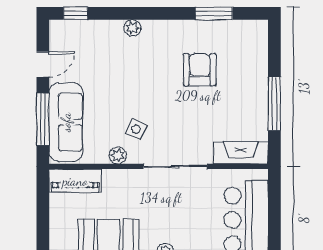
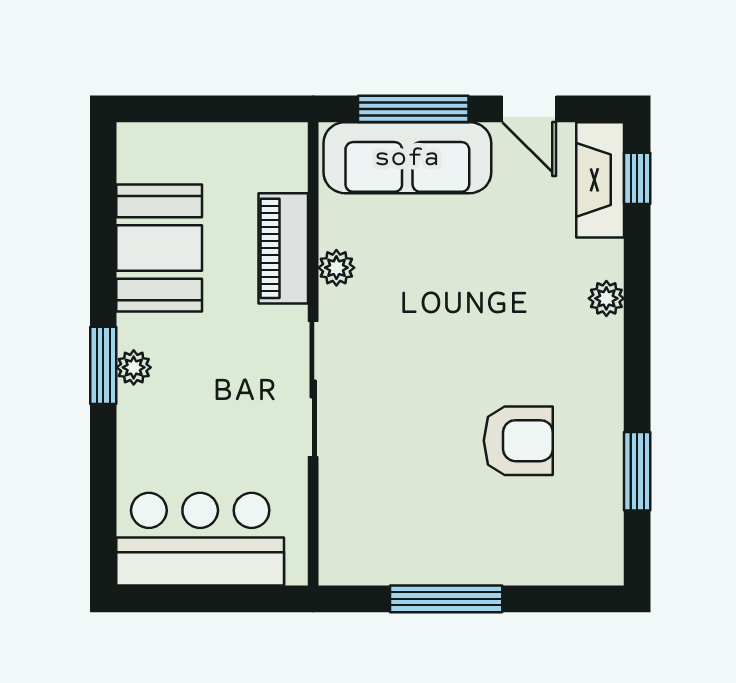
side table: (136, 129) -> (392, 306), removed
fireplace: (241, 153) -> (600, 180), moved, turned 180
piano: (75, 181) -> (283, 248), moved

